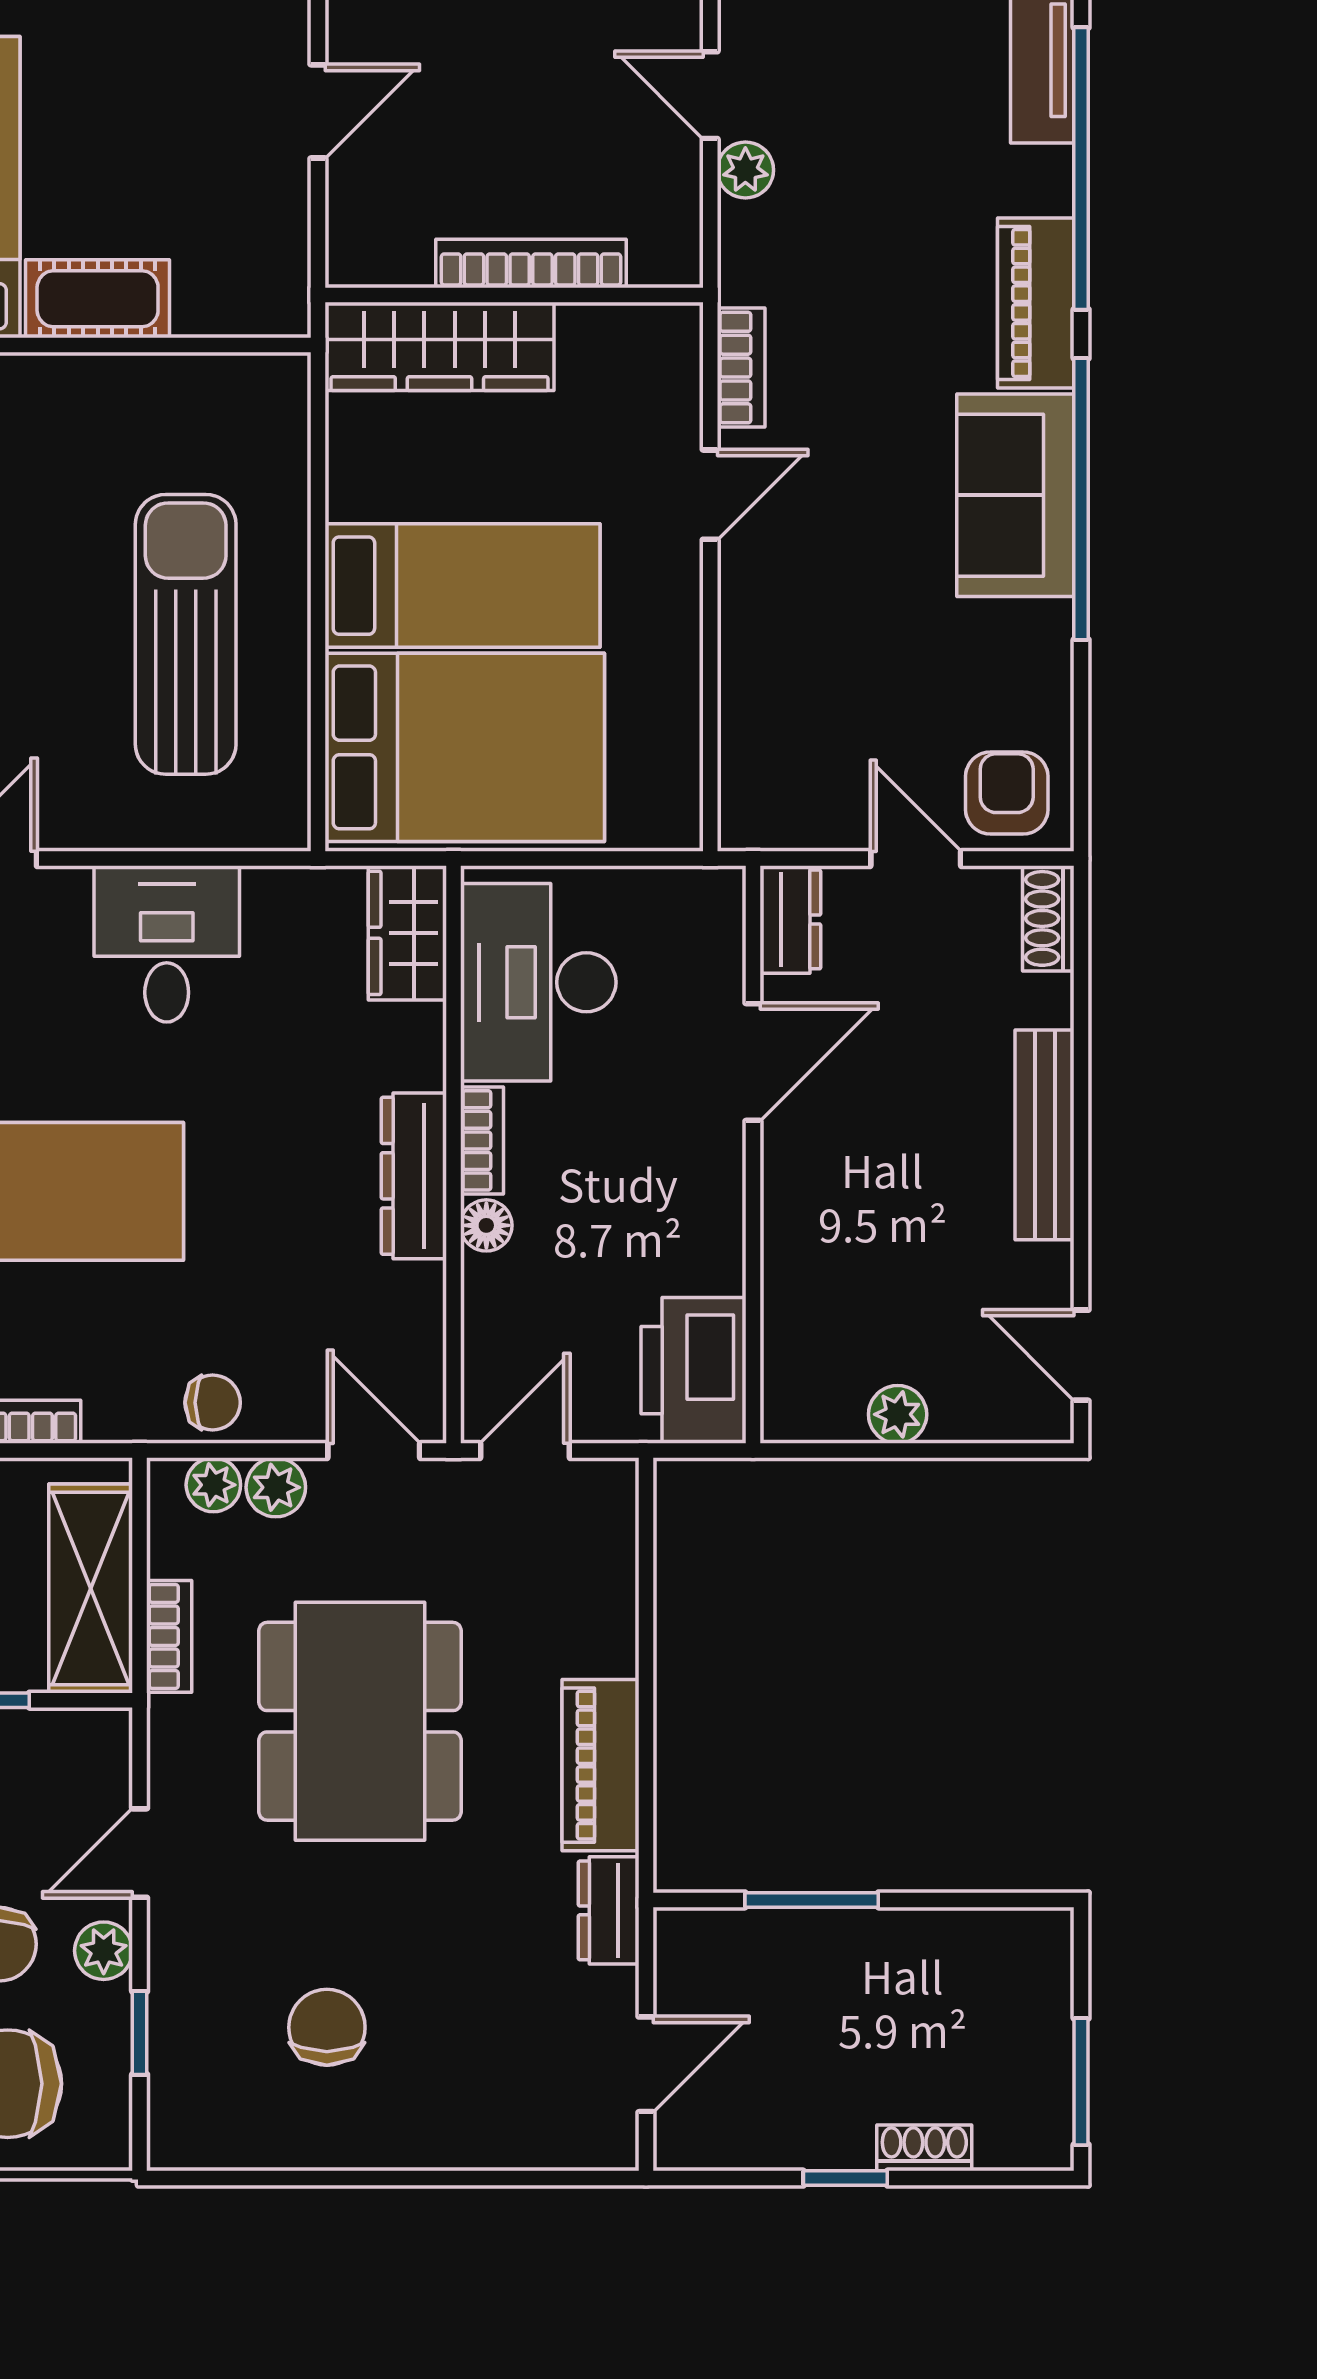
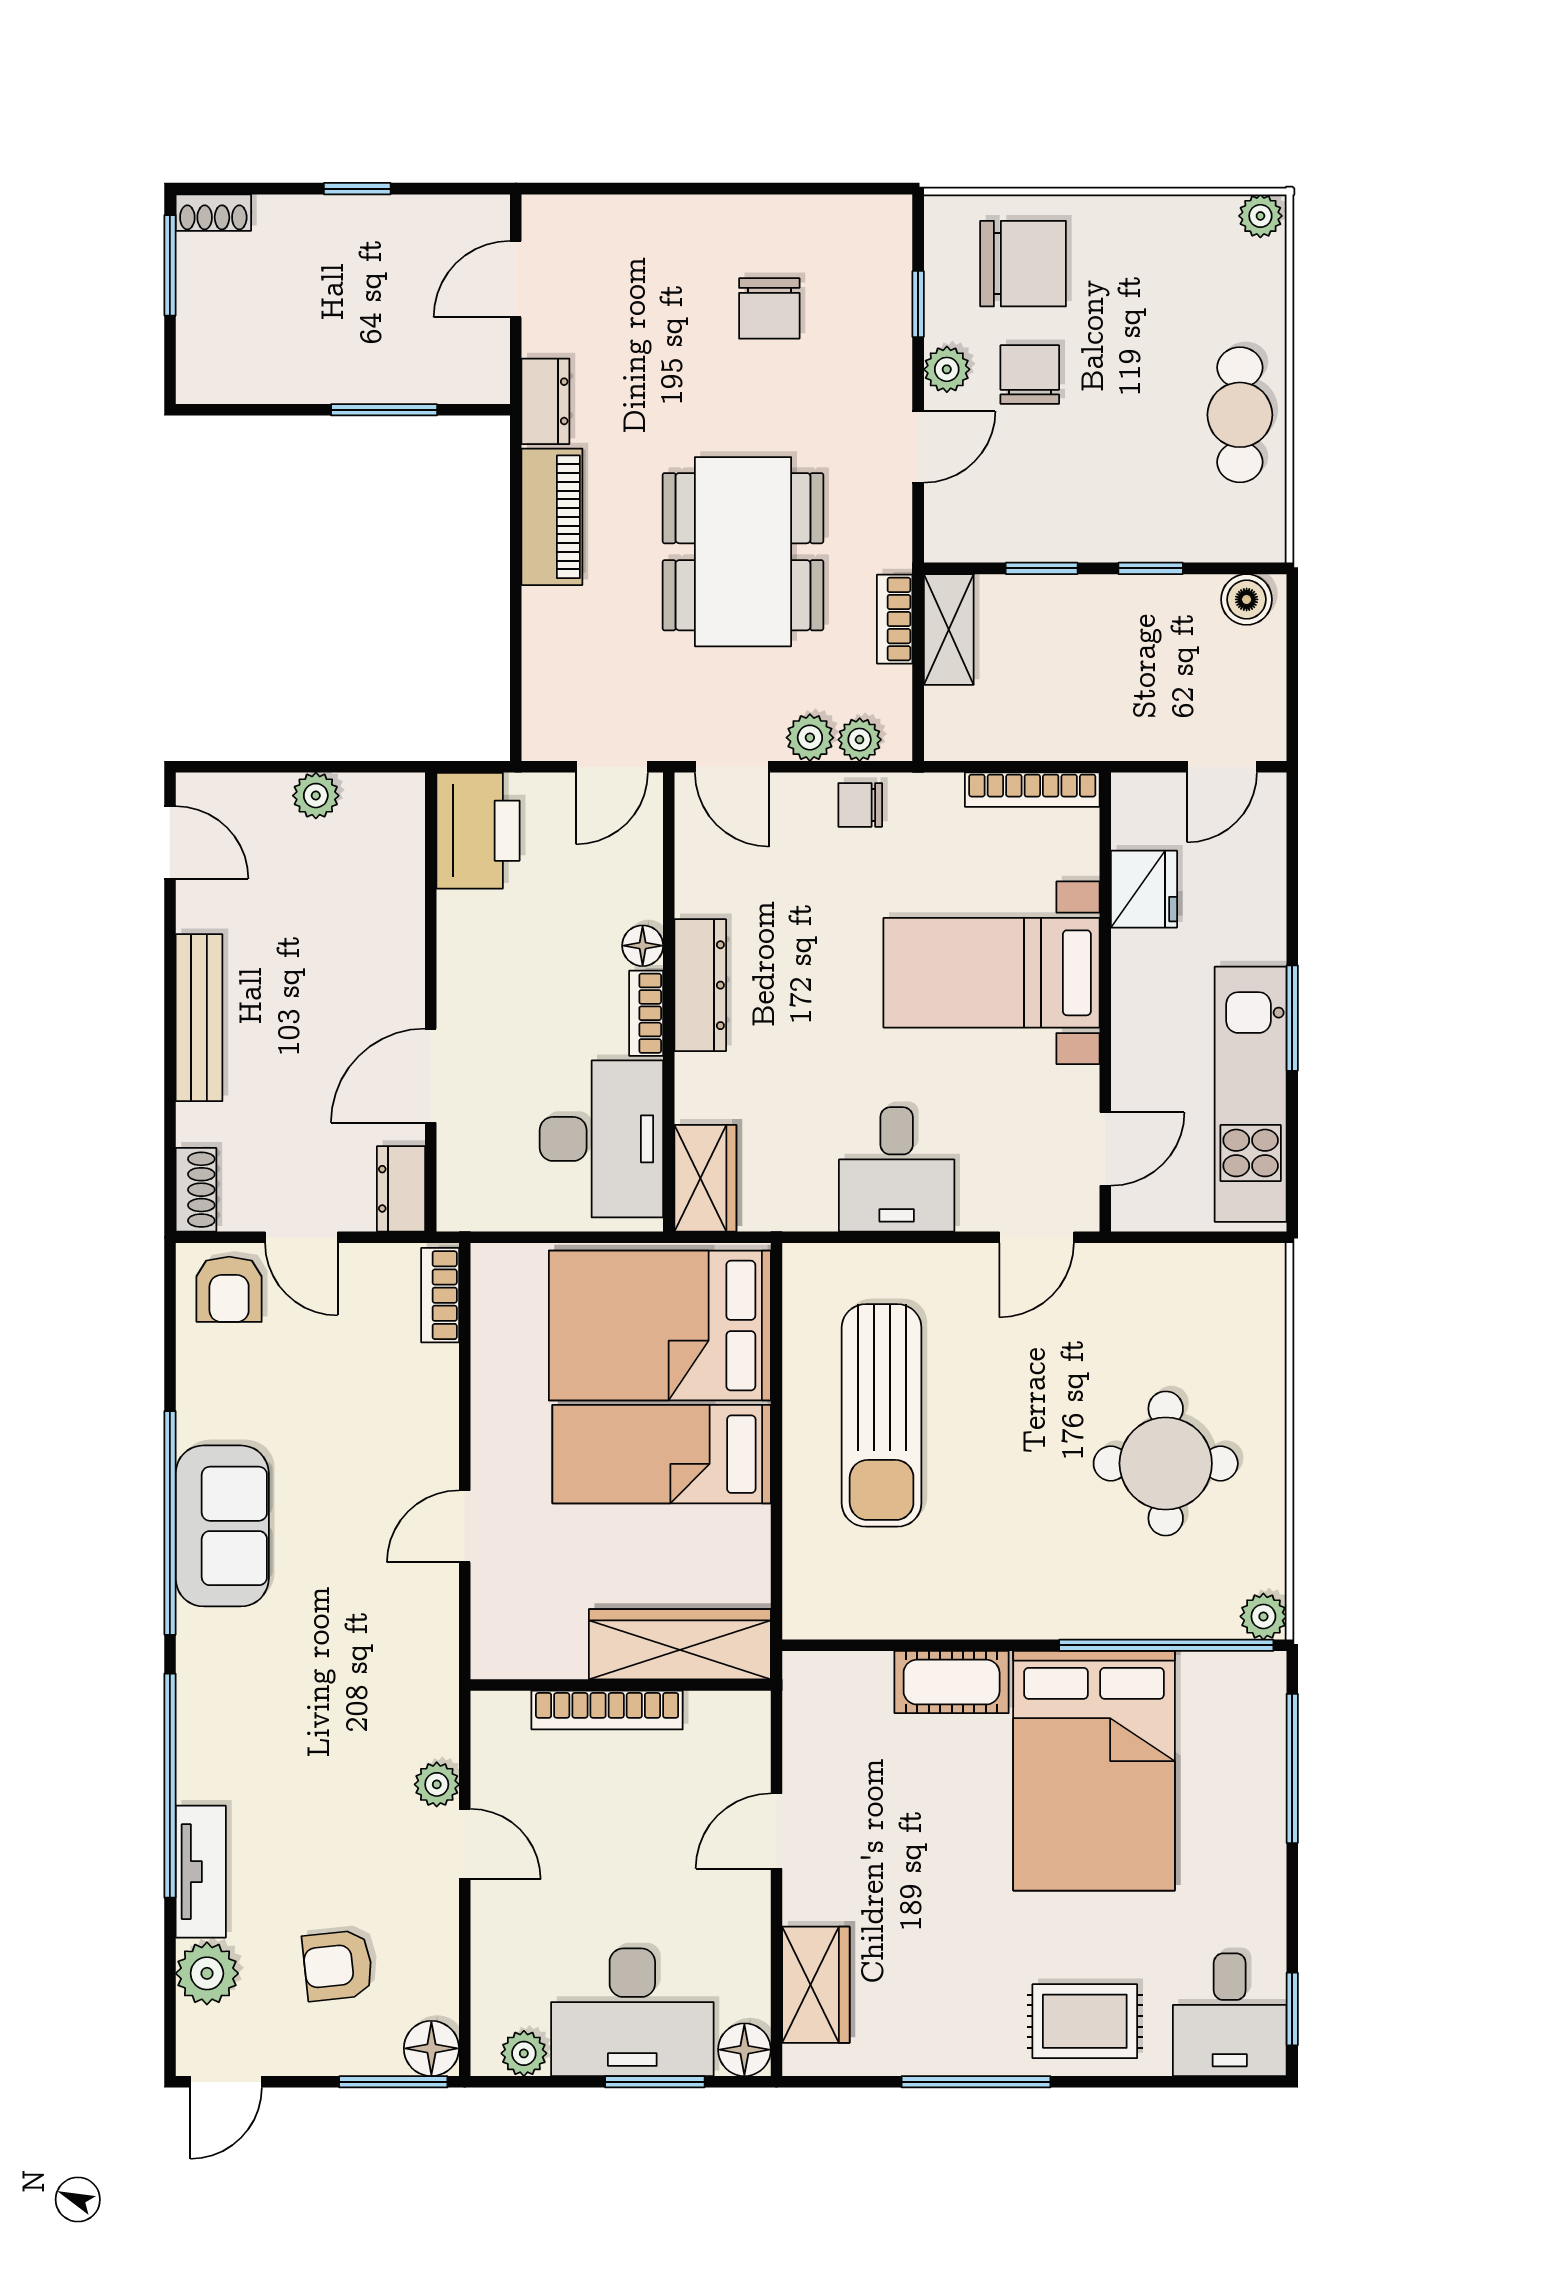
piano: (1036, 303) -> (206, 1679), removed
bookcase: (741, 368) -> (440, 1295), moved
shelving: (91, 1589) -> (949, 629), width x0.67, depth x0.75
shoe rack: (924, 2148) -> (213, 213), moved

